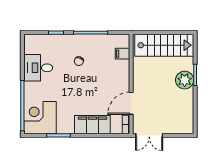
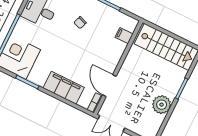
plant: (185, 80) -> (162, 105), moved
door: (131, 103) -> (109, 86), hinge flipped

